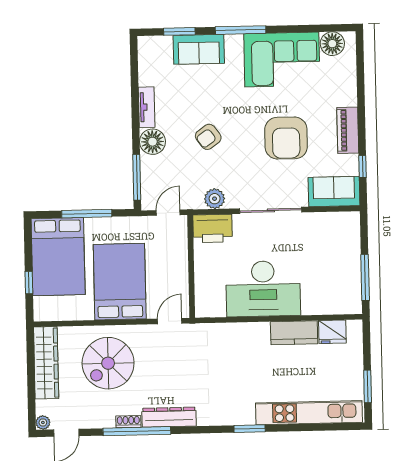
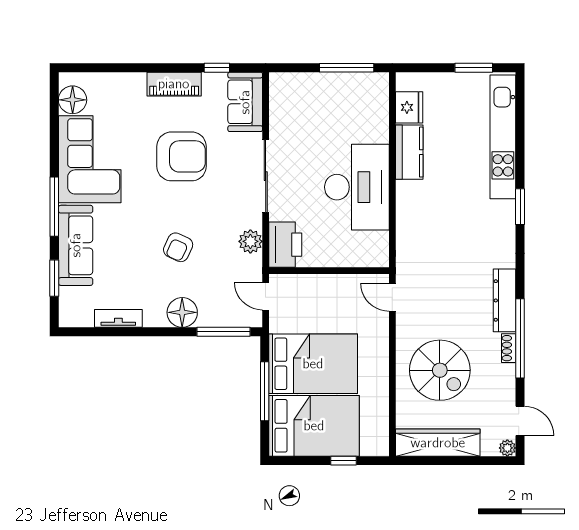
sofa: (199, 49) -> (76, 245), width x1.36
tv unit: (147, 107) -> (118, 318), moved
armchair: (208, 137) -> (178, 247), turned 61
bed: (120, 282) -> (313, 364), moved, turned 180

